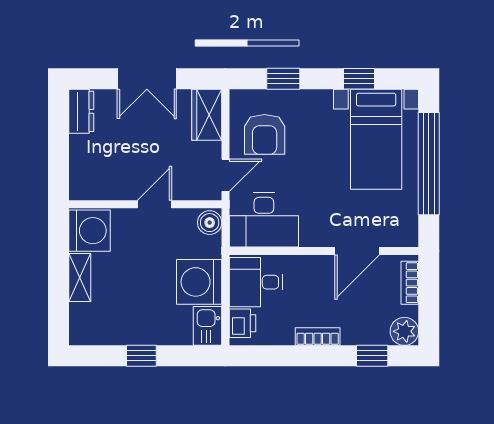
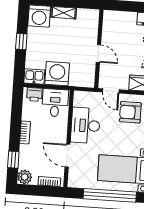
desk: (264, 220) -> (85, 125), moved
boiler: (210, 223) -> (87, 81), removed
washing machine: (89, 231) -> (39, 16), moved

